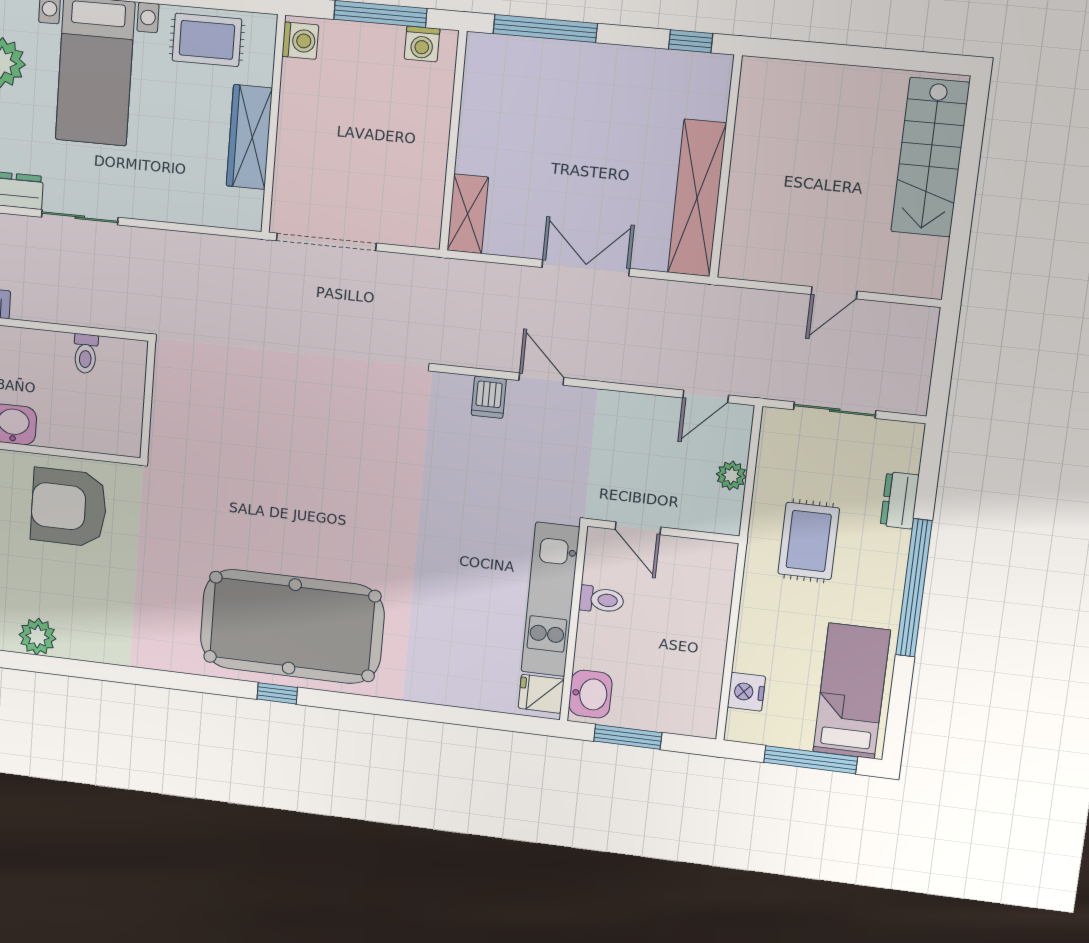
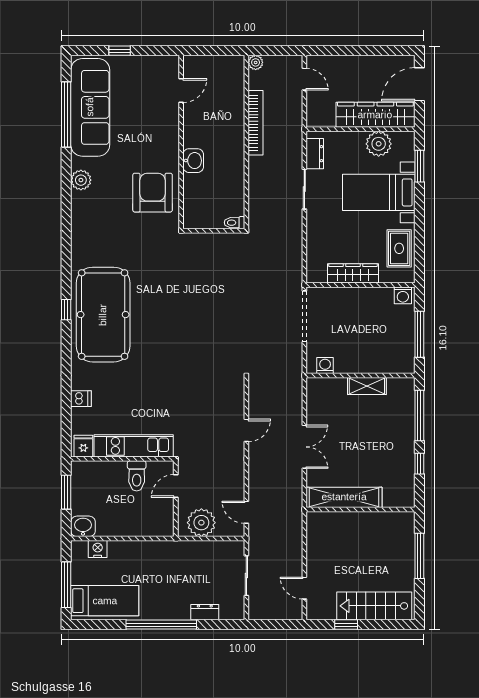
window: (691, 41) -> (419, 464), moved
washing machine: (422, 44) -> (325, 366), moved, turned 90
window: (836, 54) -> (419, 556), added
shelving: (468, 214) -> (367, 386), moved
window: (962, 219) -> (346, 625), added
door: (834, 293) -> (304, 588), moved
toilet: (86, 354) -> (234, 223), moved
dishwasher: (489, 397) -> (81, 399), moved, turned 180
plant: (731, 476) -> (201, 523), width x1.88, depth x1.88
rug: (809, 541) -> (179, 571), removed
toilet: (602, 600) -> (137, 476), width x1.37, depth x1.39
washbasin: (590, 694) -> (83, 526), moved, turned 180

